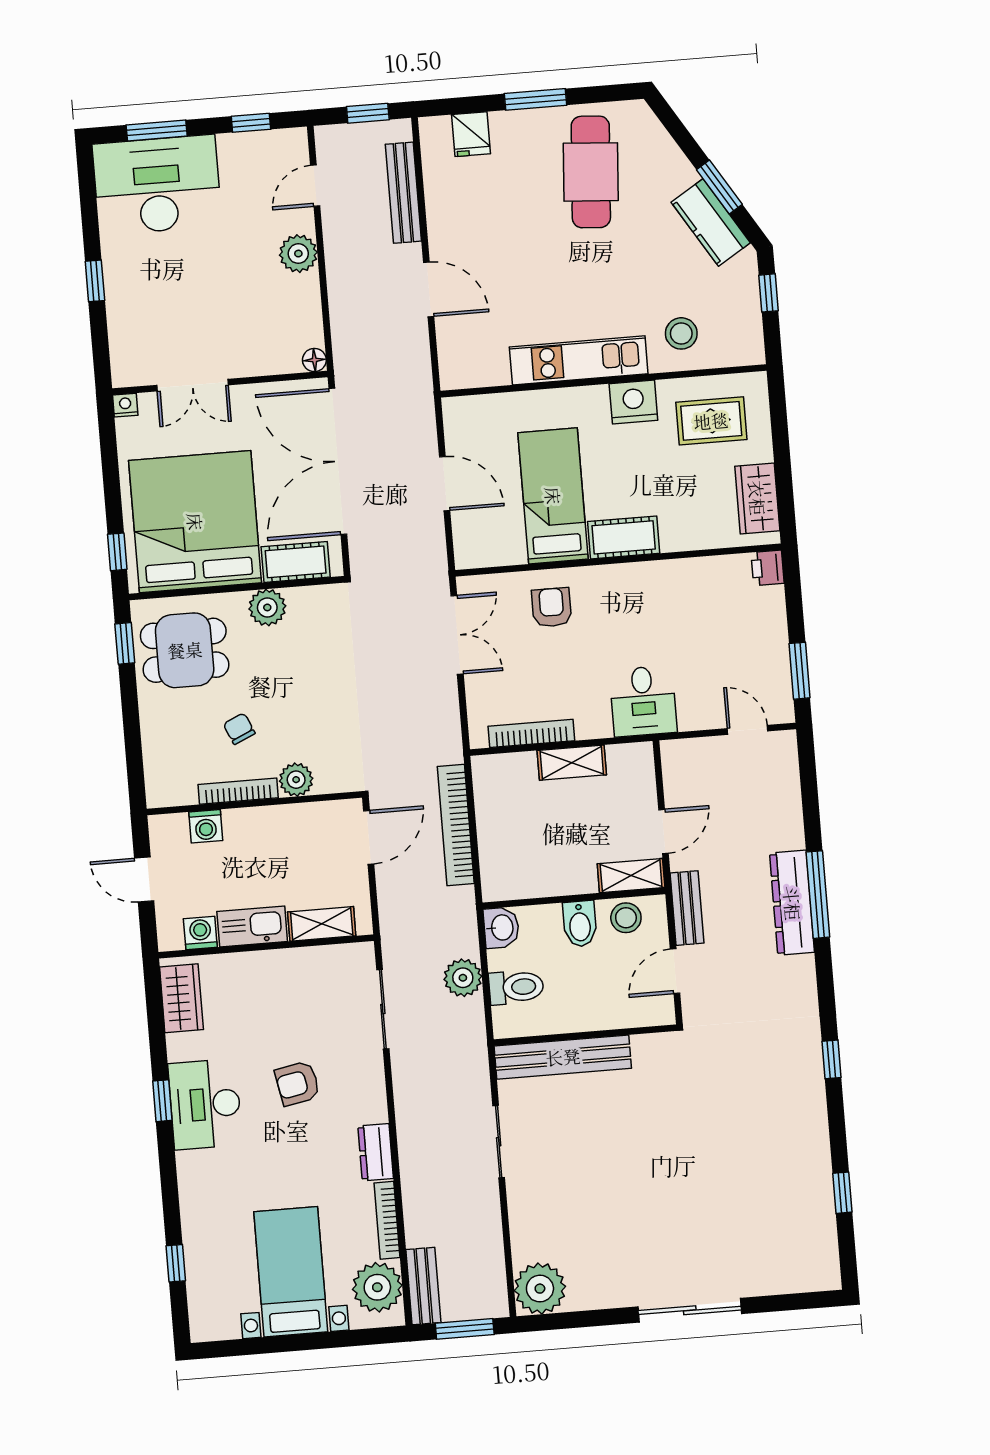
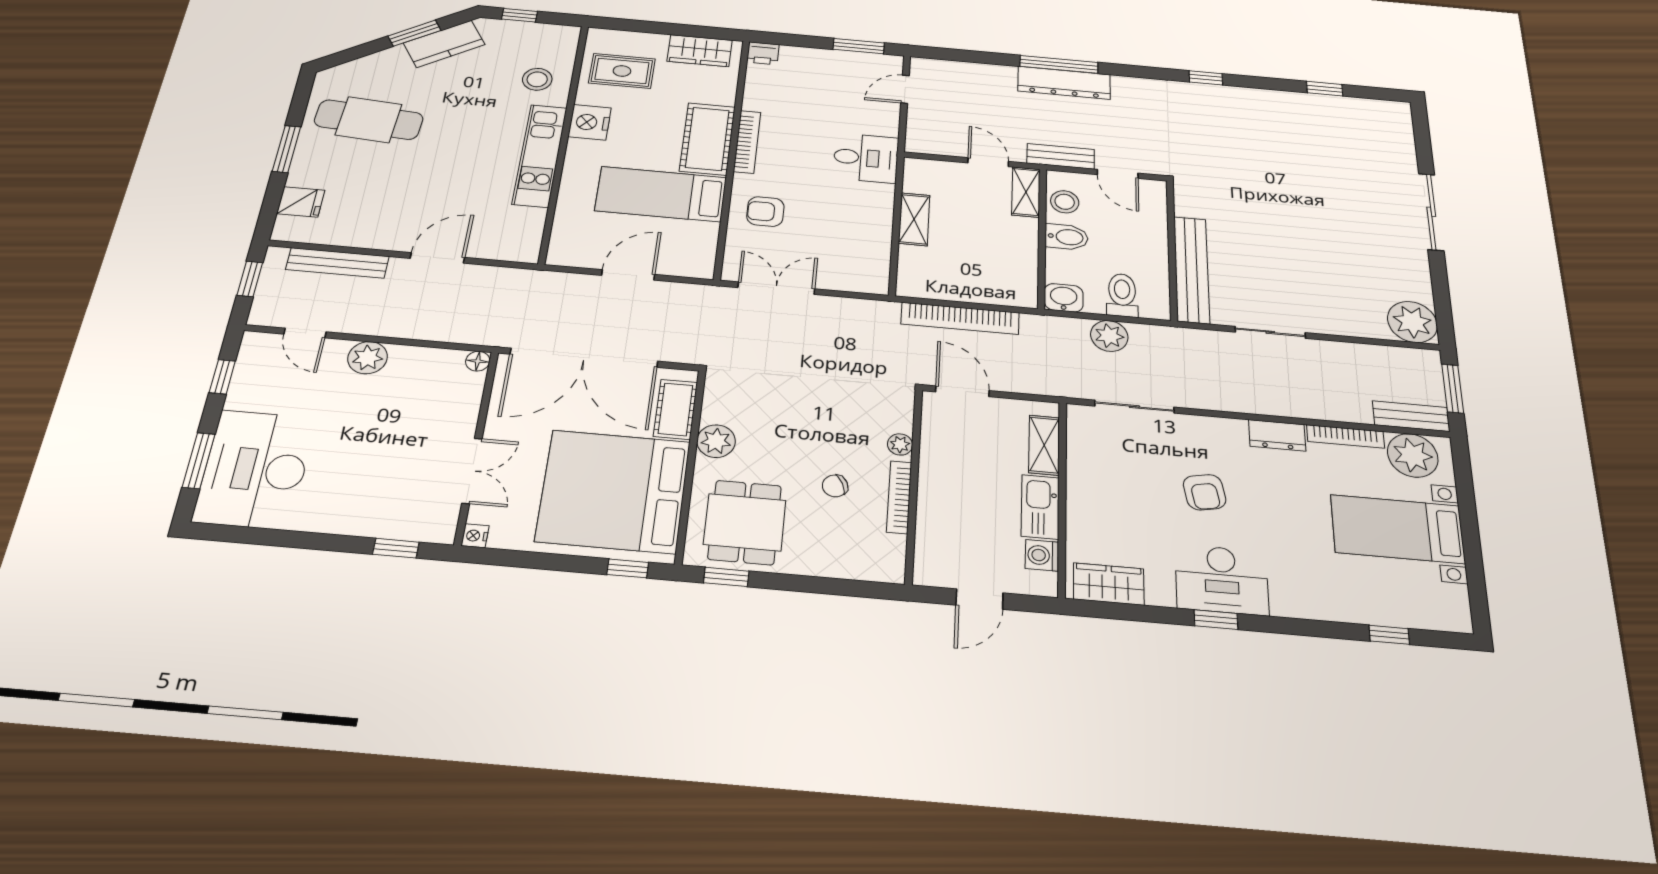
window: (95, 281) -> (396, 548), moved
rug: (711, 421) -> (622, 71), turned 90
cot: (624, 537) -> (707, 139), width x1.37, depth x1.34
bookcase: (531, 733) -> (747, 142), moved, turned 180
plant: (296, 780) -> (900, 444), width x0.73, depth x0.73
washing machine: (206, 826) -> (931, 532), removed

